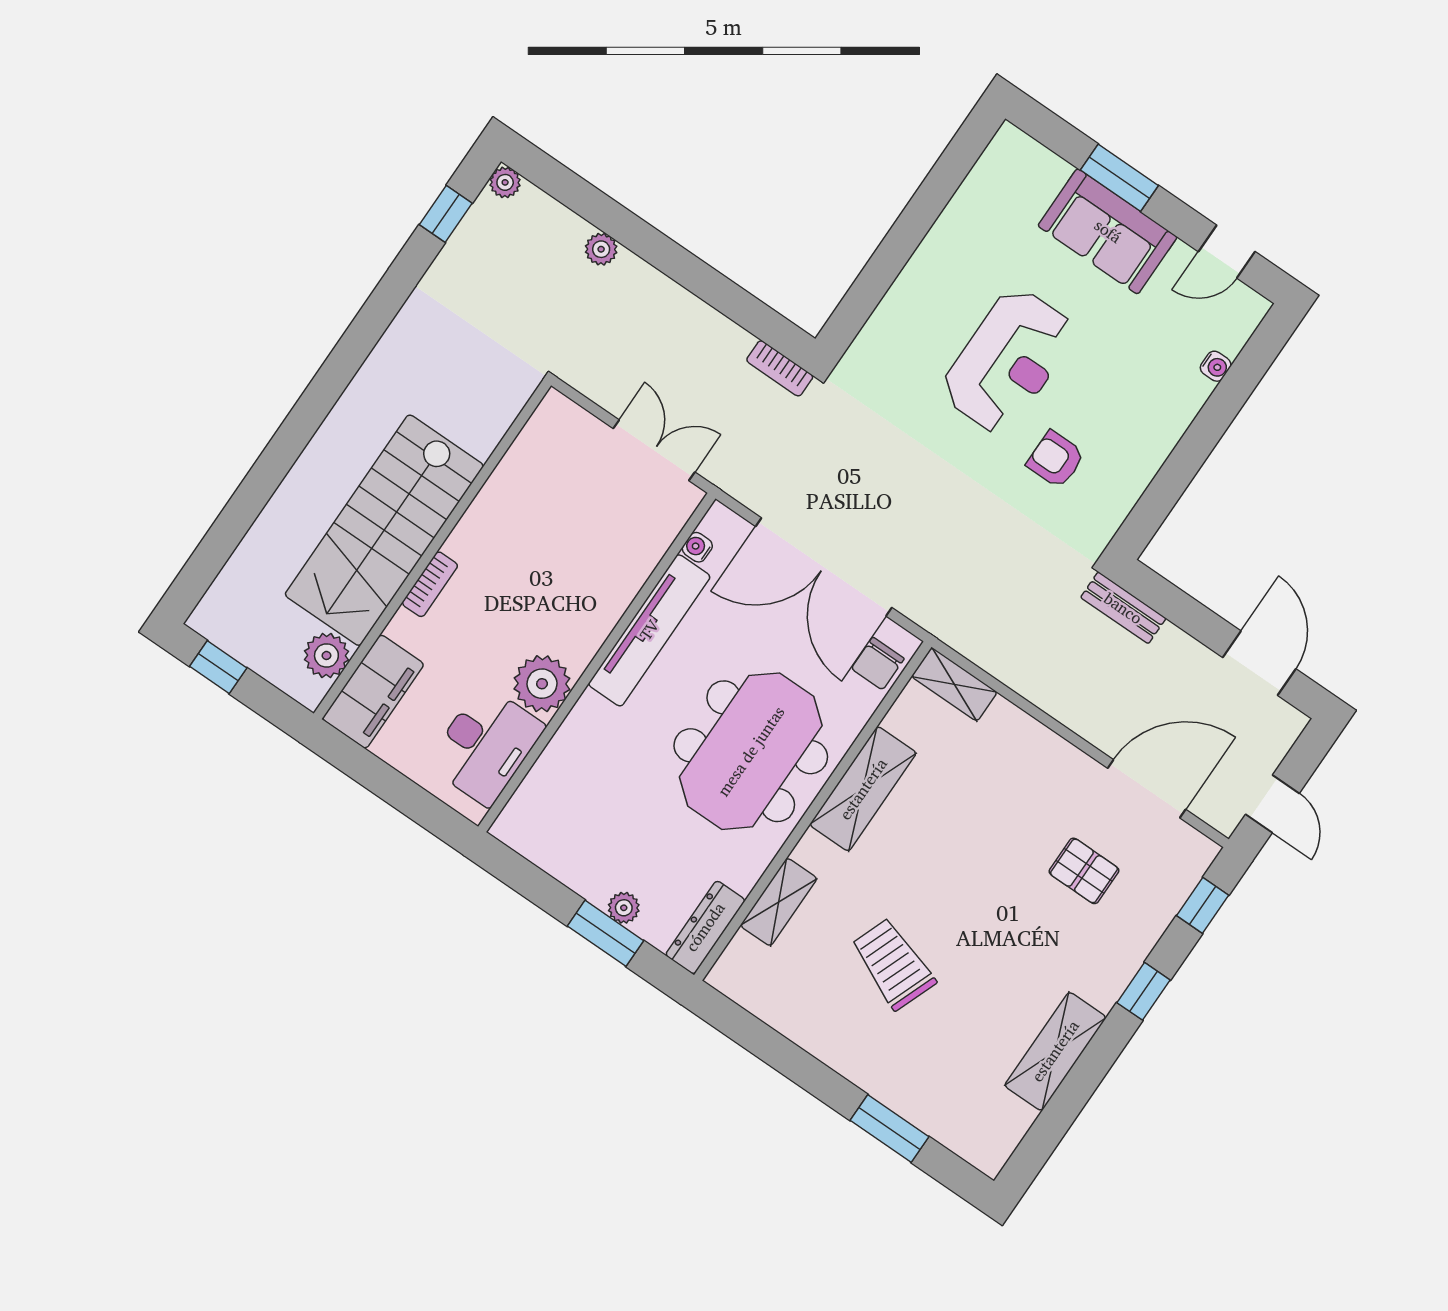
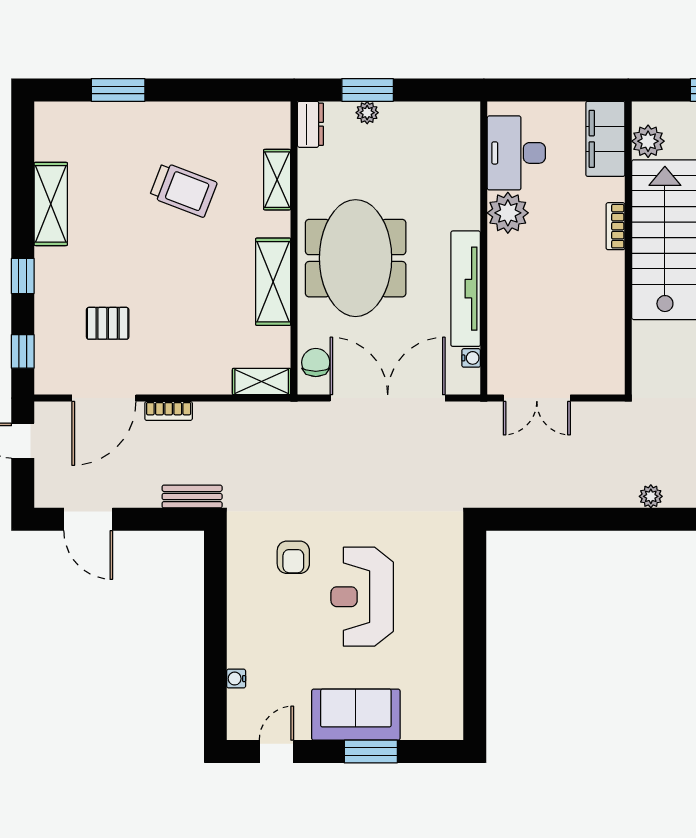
bookcase: (780, 368) -> (169, 411), moved, turned 180
armchair: (1056, 459) -> (293, 557), turned 90
dresser: (705, 927) -> (310, 124), width x0.70

